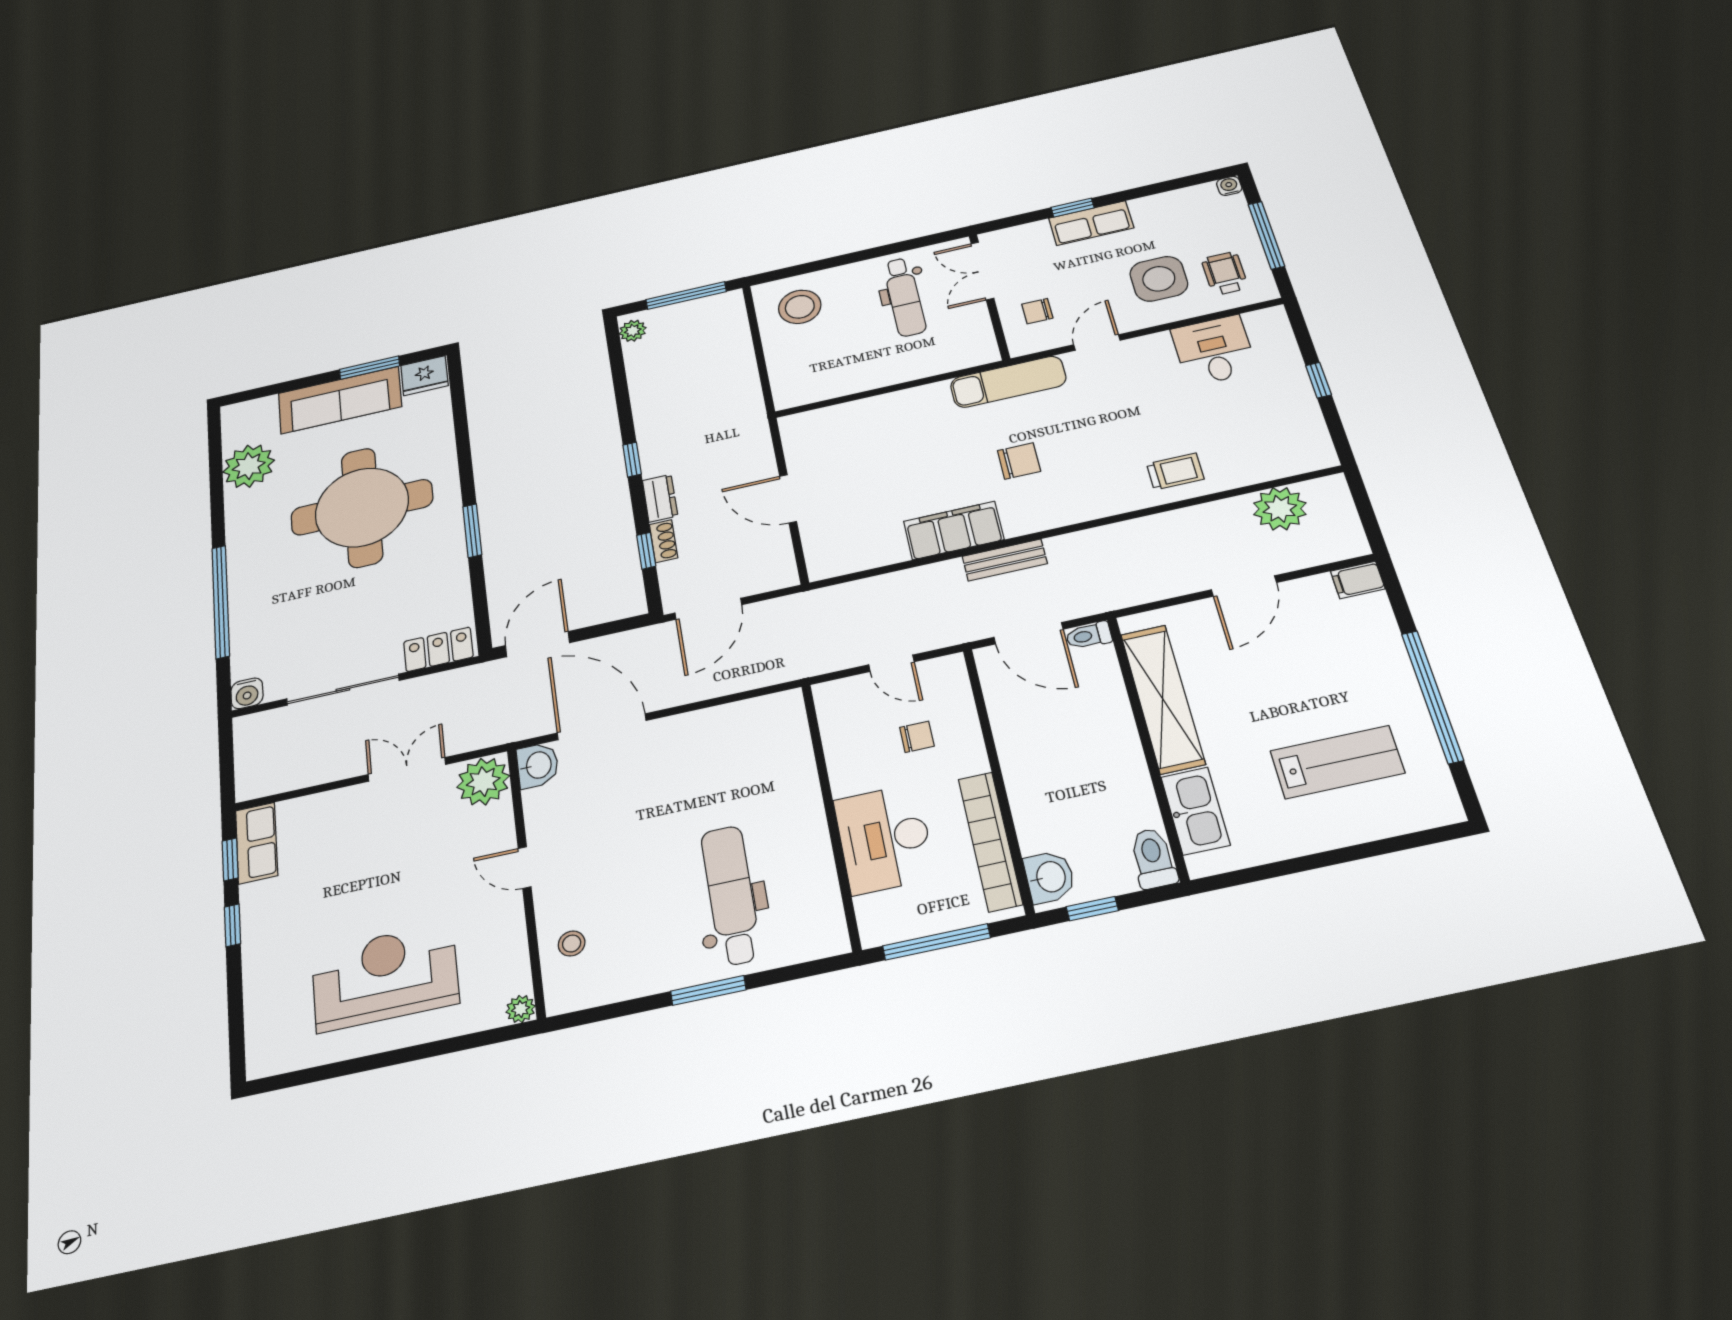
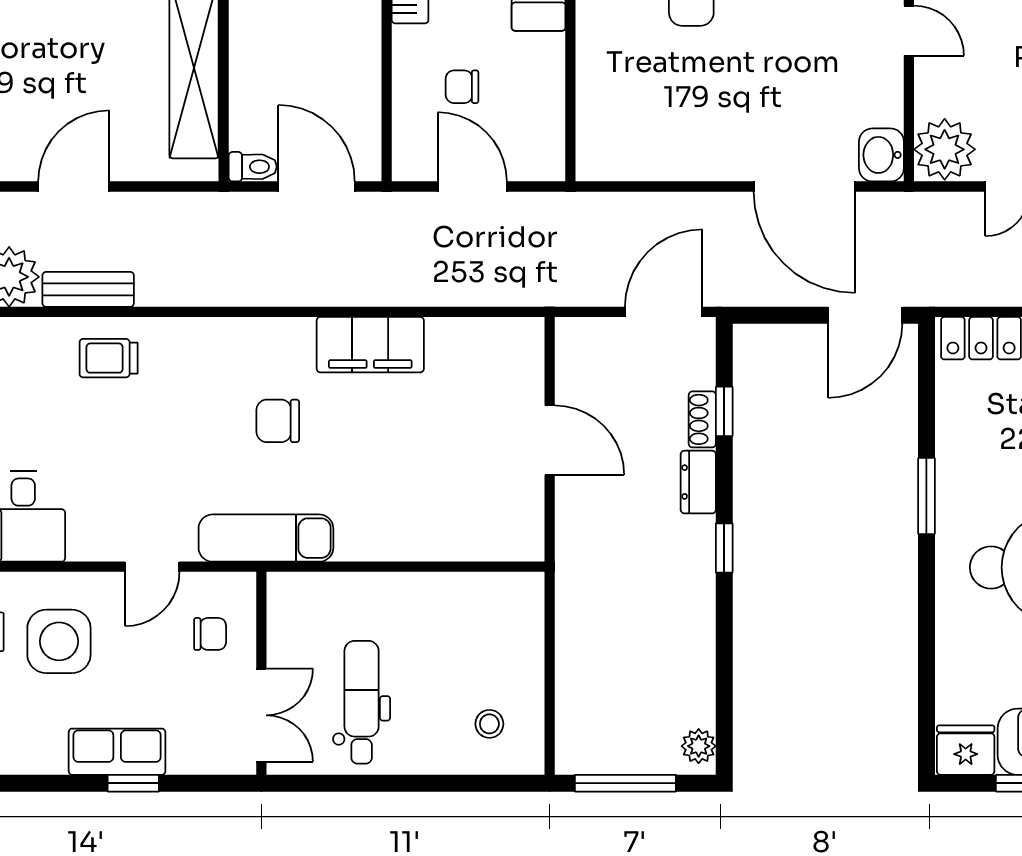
stool: (800, 307) -> (489, 724), width x0.53, depth x0.53
bench: (1005, 560) -> (88, 289), moved
door: (891, 663) -> (472, 186), width x1.38

